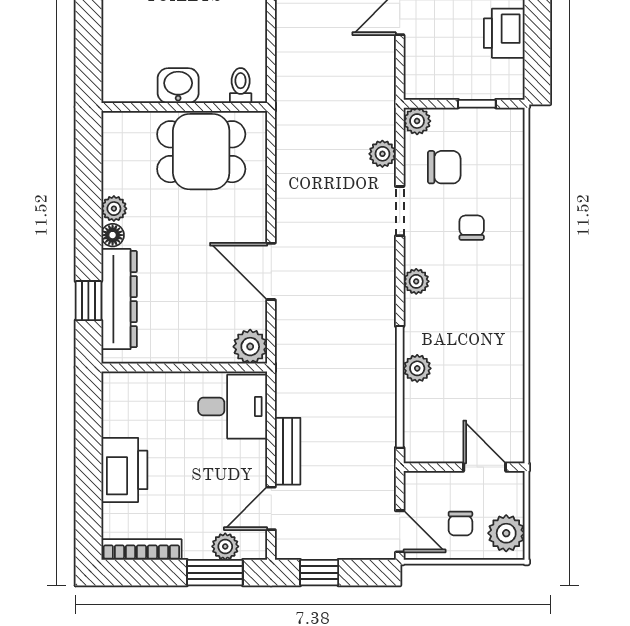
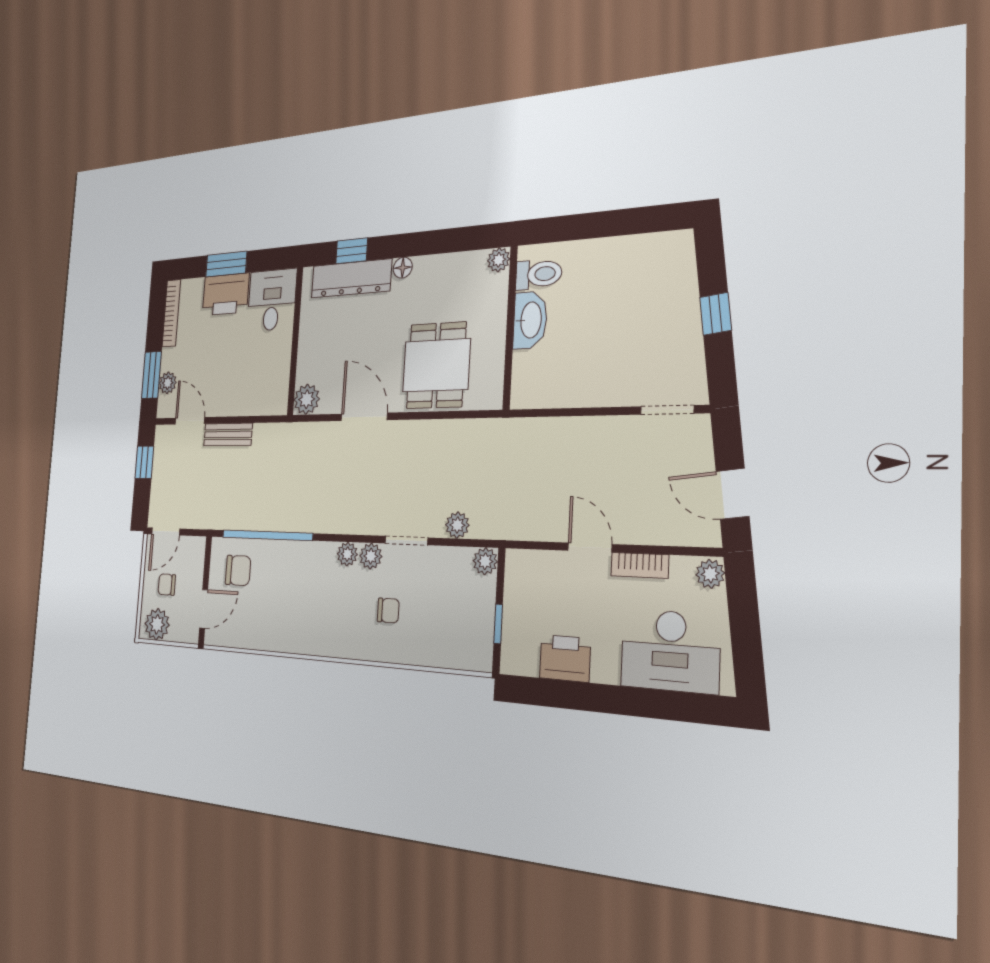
washbasin: (178, 86) -> (530, 320), width x1.38
toilet: (241, 86) -> (539, 274), moved, width x1.37, depth x1.39
dining table: (201, 152) -> (436, 365), moved
chair: (444, 167) -> (238, 570), moved, turned -90
plant: (114, 209) -> (499, 260), moved
door: (271, 271) -> (364, 417), hinge flipped
plant: (417, 368) -> (371, 556), moved
desk: (233, 407) -> (272, 300), moved, turned 180
window: (88, 472) -> (226, 264), added

